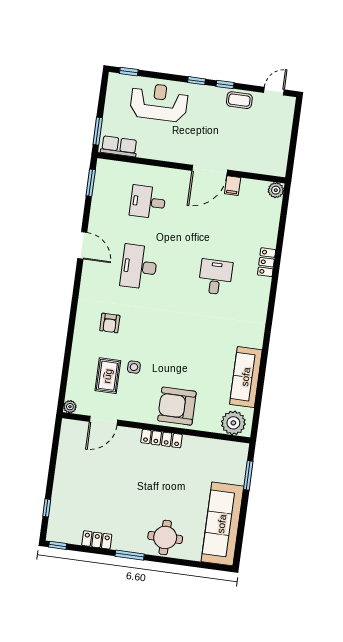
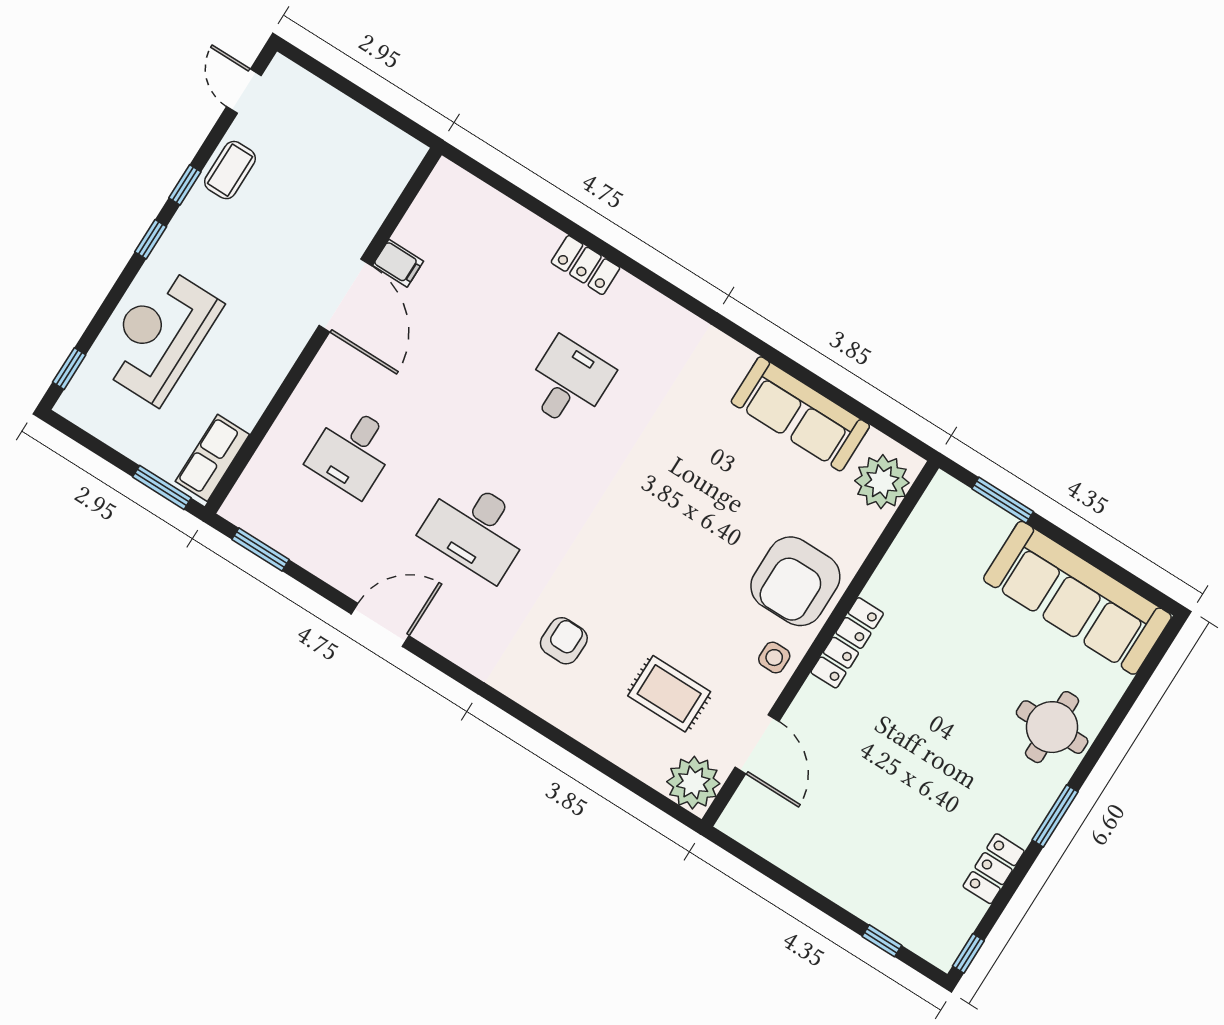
plant: (276, 190) -> (447, 179), removed
desk: (215, 277) -> (568, 383), turned 90
armchair: (110, 323) -> (564, 641), turned -89
side table: (134, 367) -> (774, 658), moved
plant: (70, 407) -> (693, 783), width x1.87, depth x1.87

